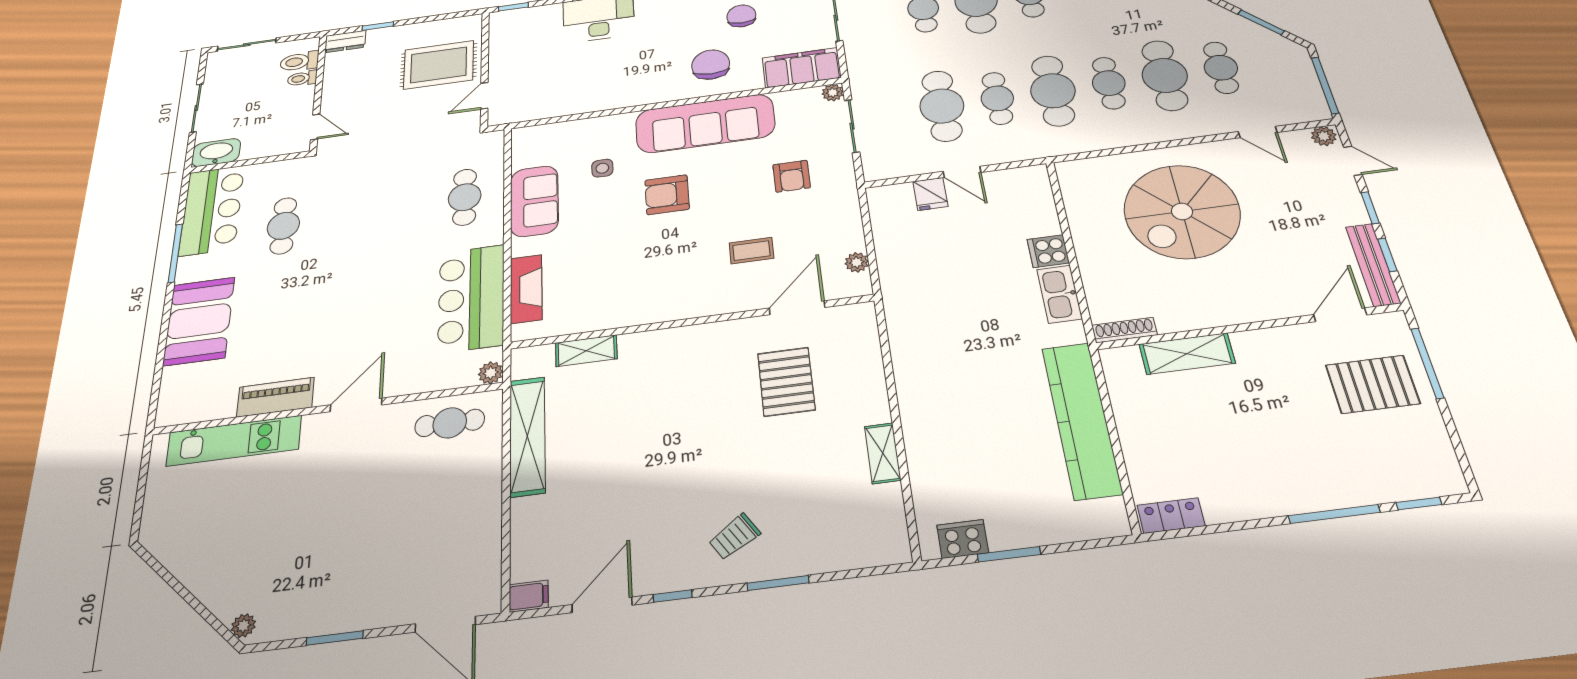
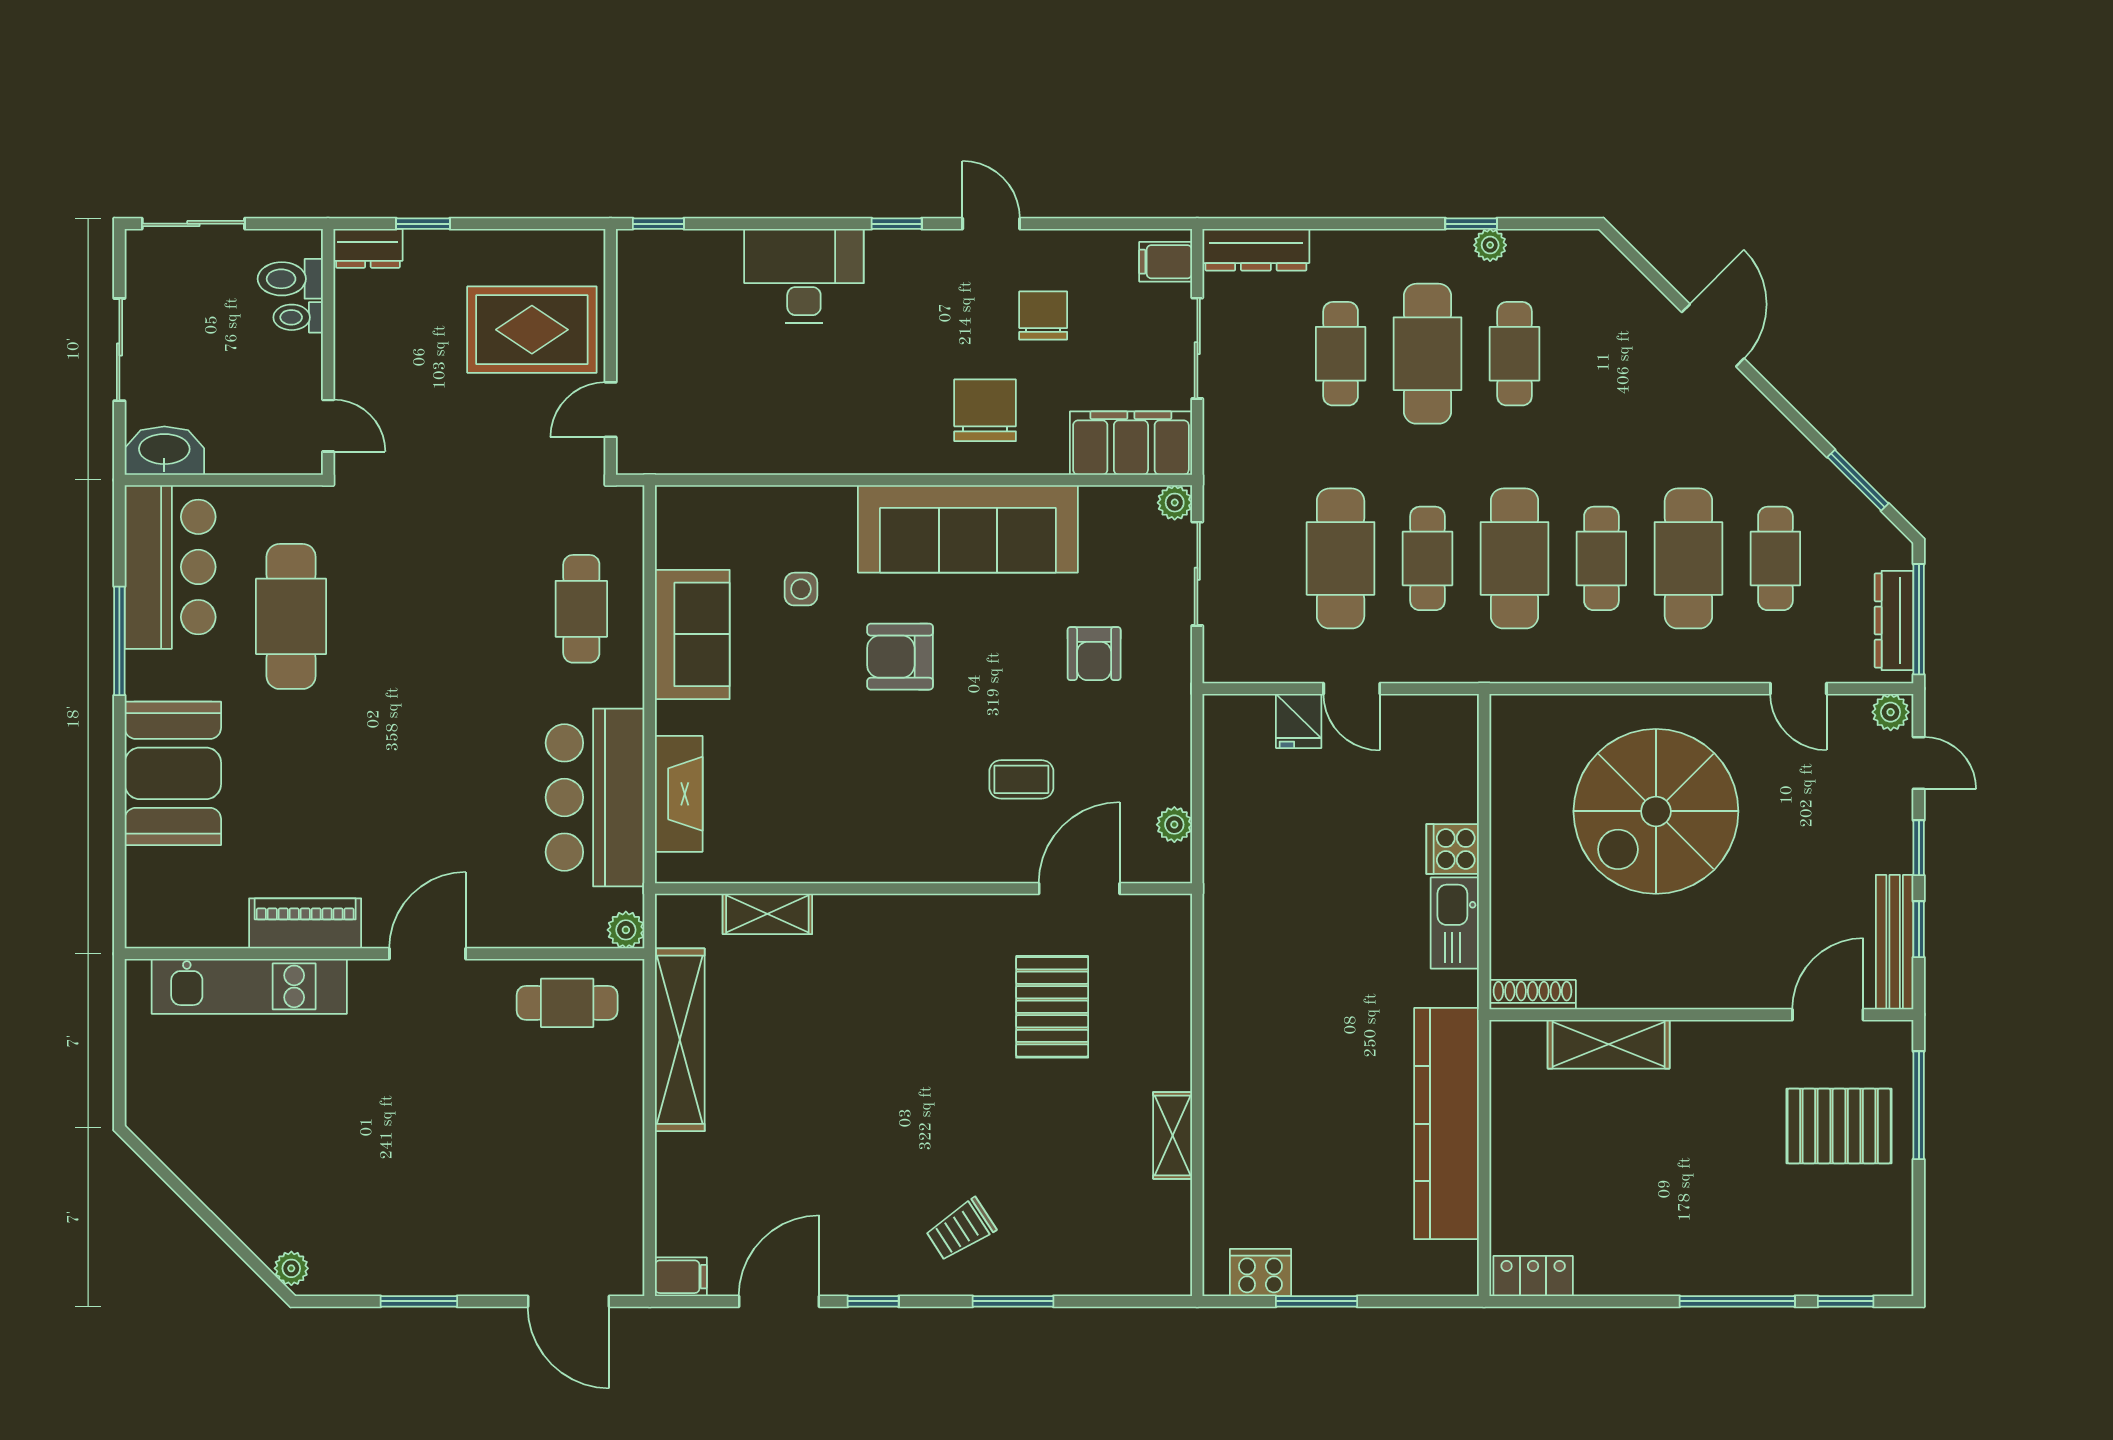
dresser: (1309, 88) -> (1894, 620), added
cafe table: (283, 226) -> (291, 616), width x1.37, depth x1.35

